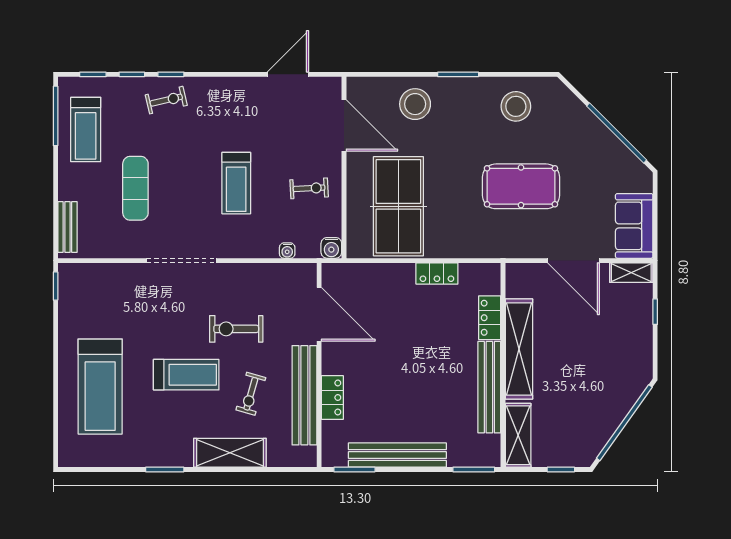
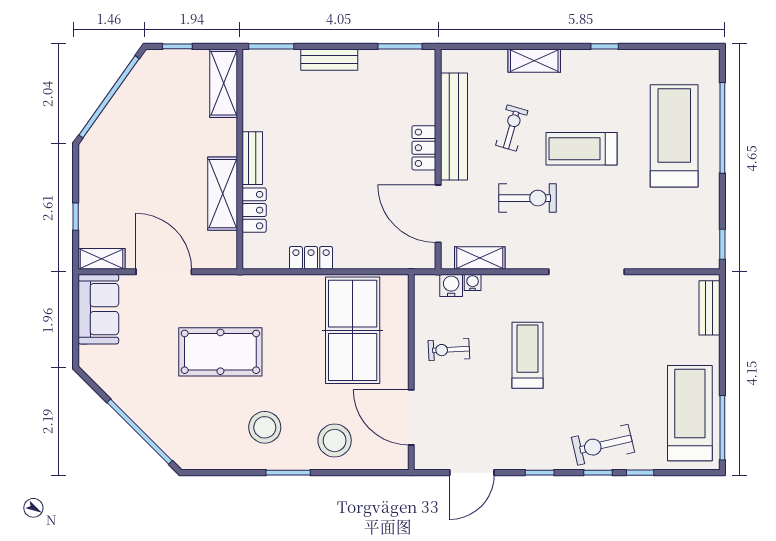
window: (93, 74) -> (540, 473), moved
exercise bike: (166, 100) -> (603, 445), width x1.38, depth x1.39
stool: (516, 106) -> (265, 427), moved
treadmill: (86, 129) -> (690, 413), width x1.37, depth x1.38
window: (617, 133) -> (140, 432), moved
exercise mat: (135, 188) -> (636, 350), removed
water cooler: (331, 248) -> (451, 285), moved
shelving: (280, 273) -> (480, 258), added
shelving: (519, 349) -> (223, 194), width x0.68
bench: (489, 387) -> (252, 158), width x0.54, depth x0.82
window: (56, 394) -> (722, 128), added
locker: (332, 397) -> (424, 148), moved
shelving: (230, 453) -> (534, 61), width x0.67, depth x0.75
bench: (397, 455) -> (329, 60), width x0.54, depth x0.82
window: (165, 469) -> (605, 46), width x0.67

